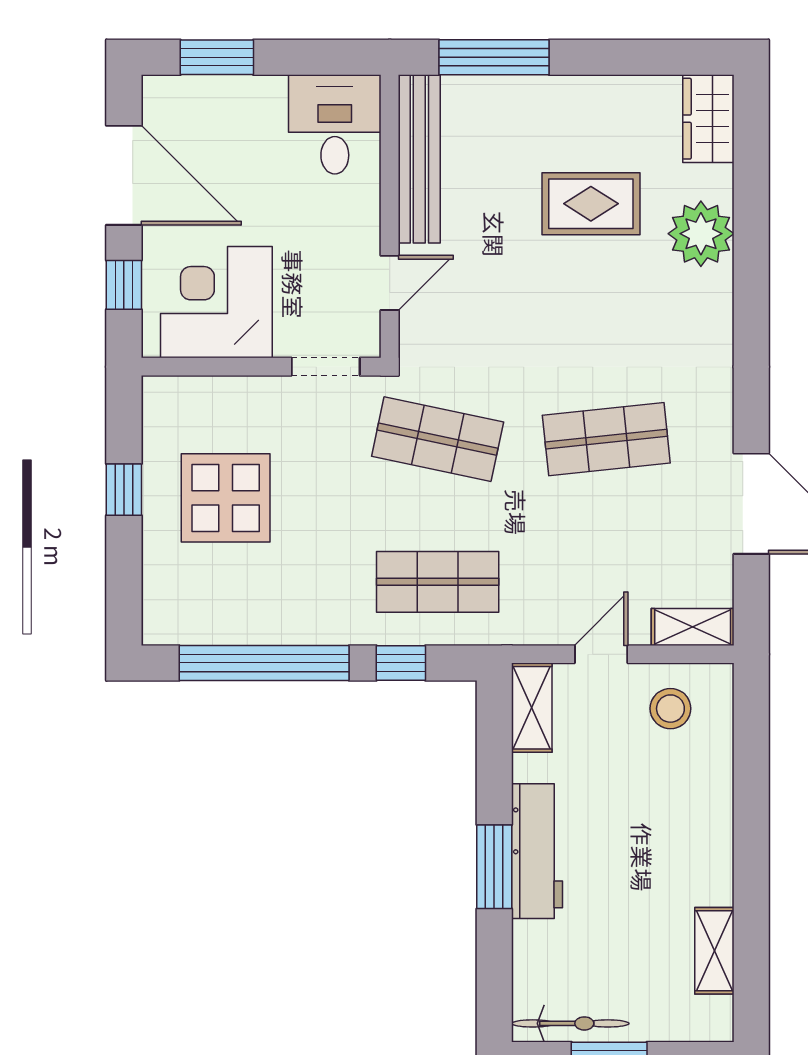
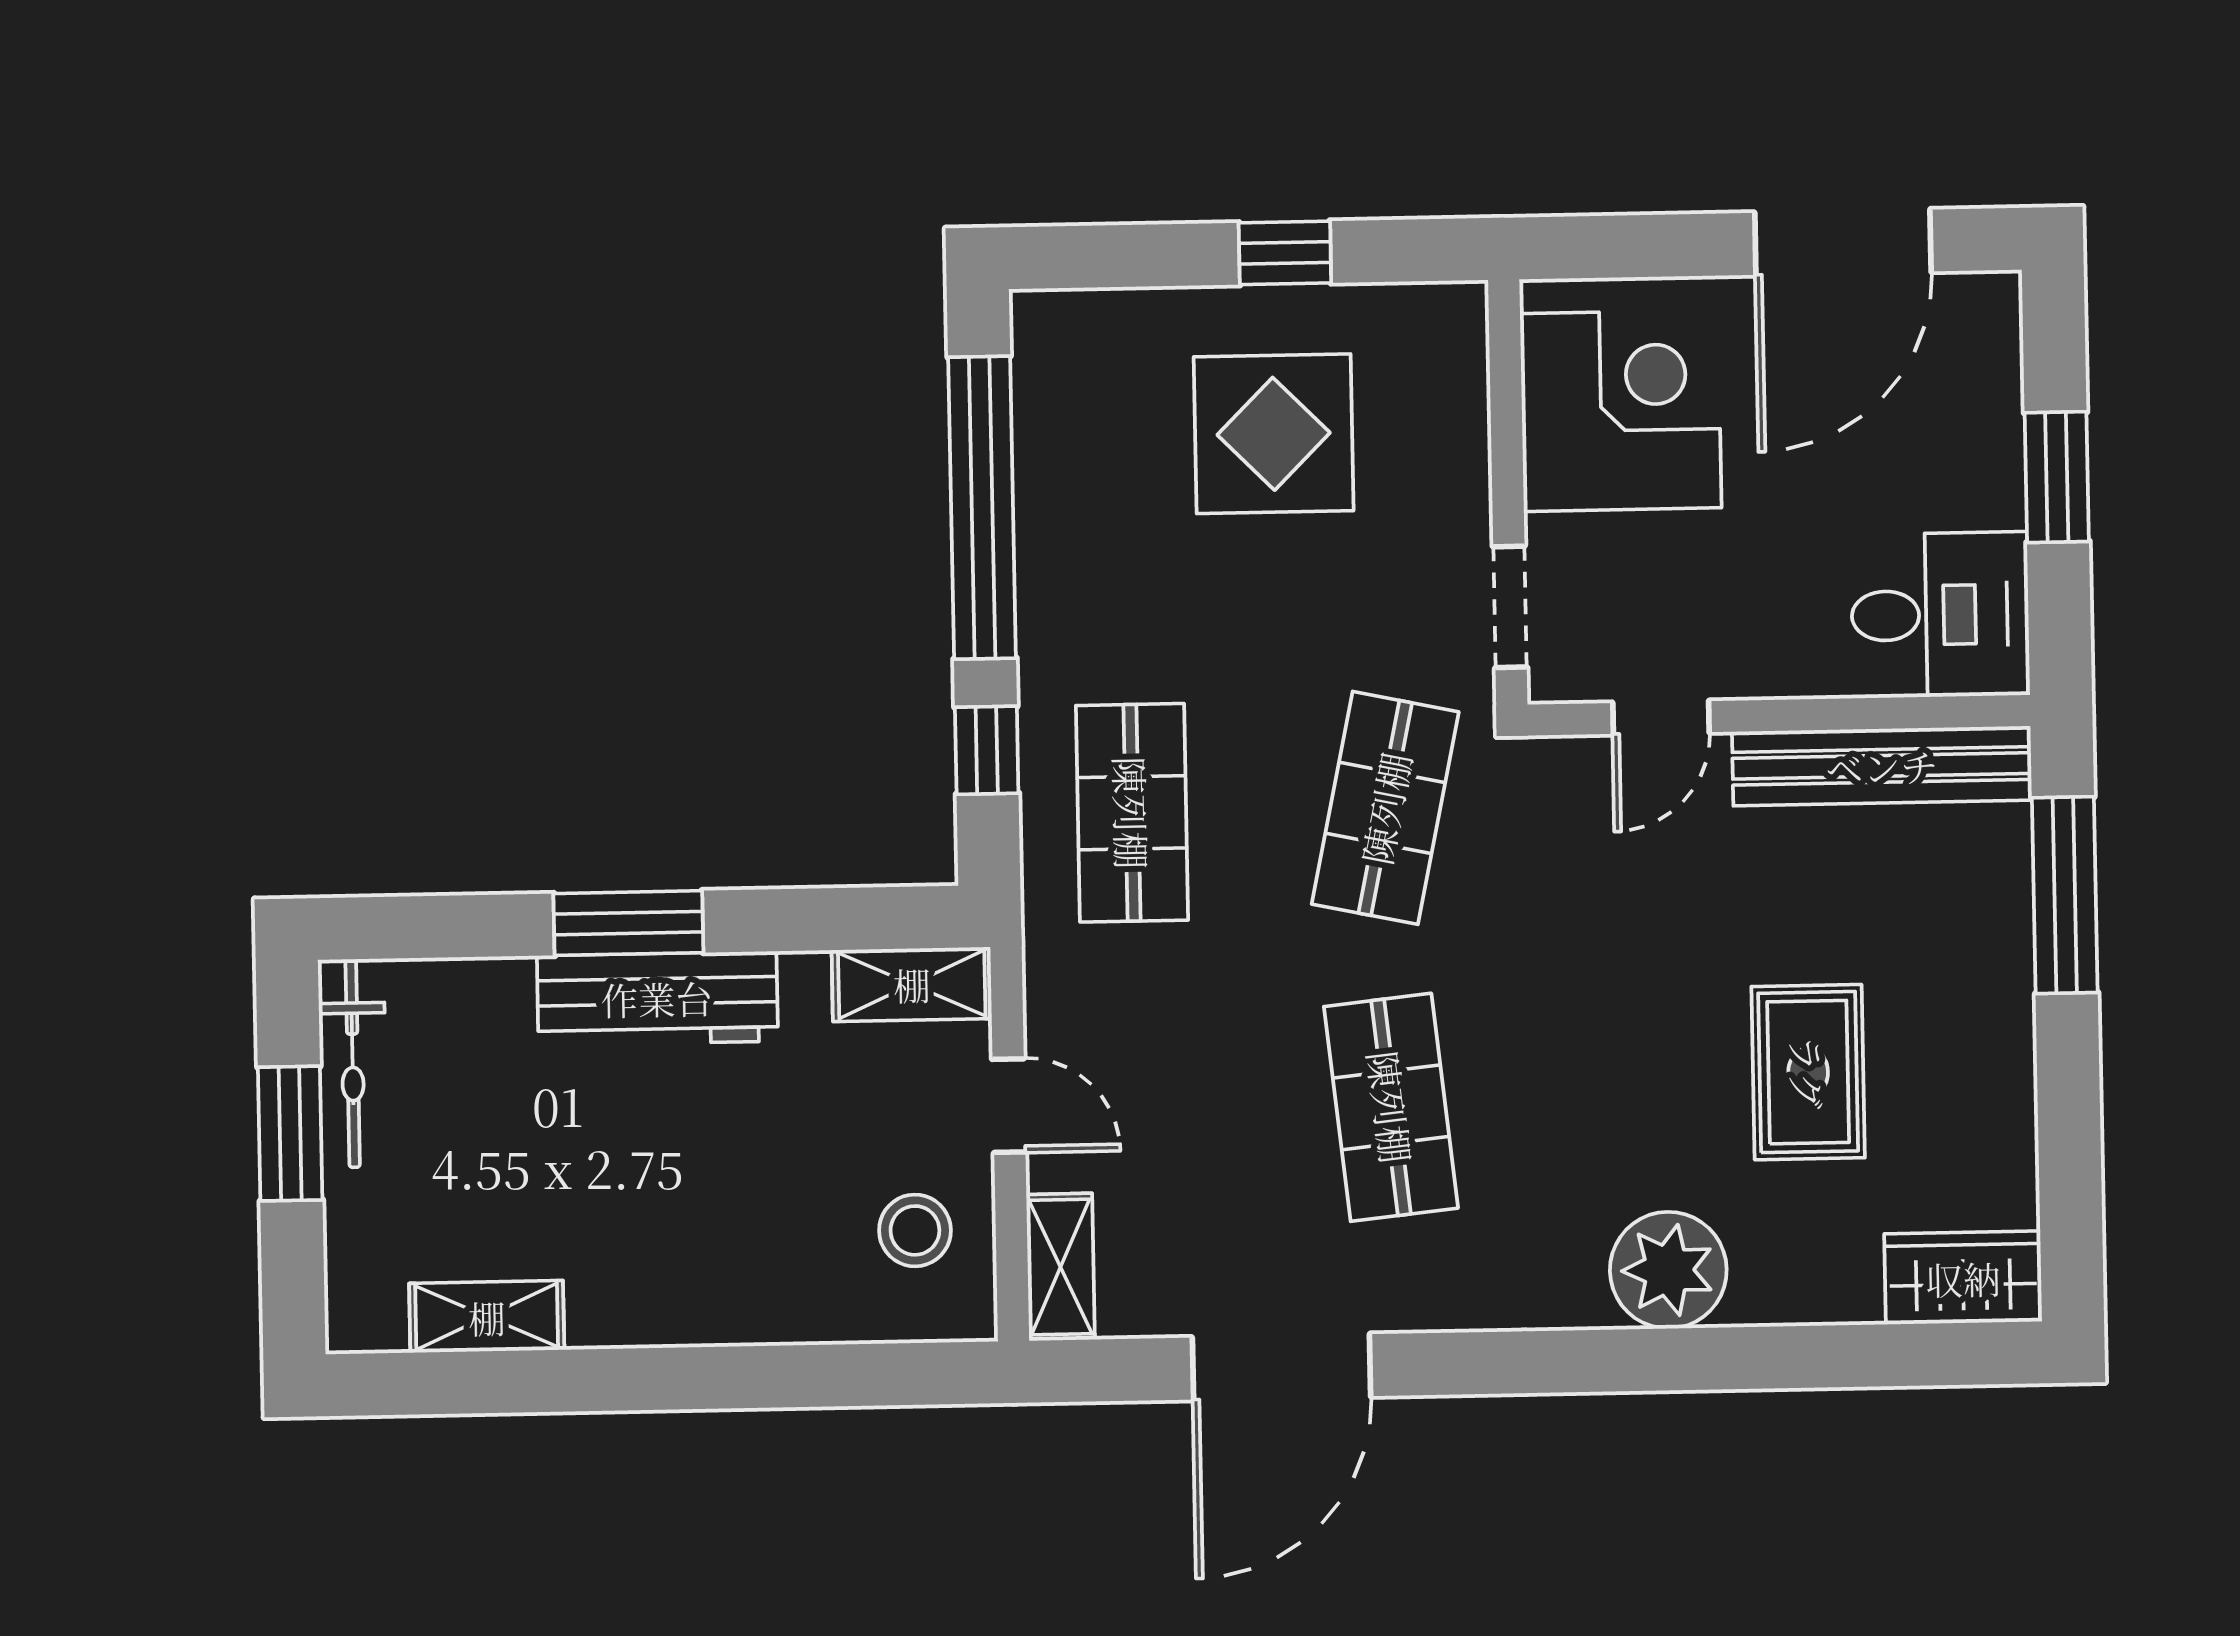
window: (217, 57) -> (2057, 477), moved
plant: (701, 234) -> (1668, 1270), moved
door: (390, 283) -> (1661, 718), hinge flipped
window: (124, 285) -> (1648, 246), removed

